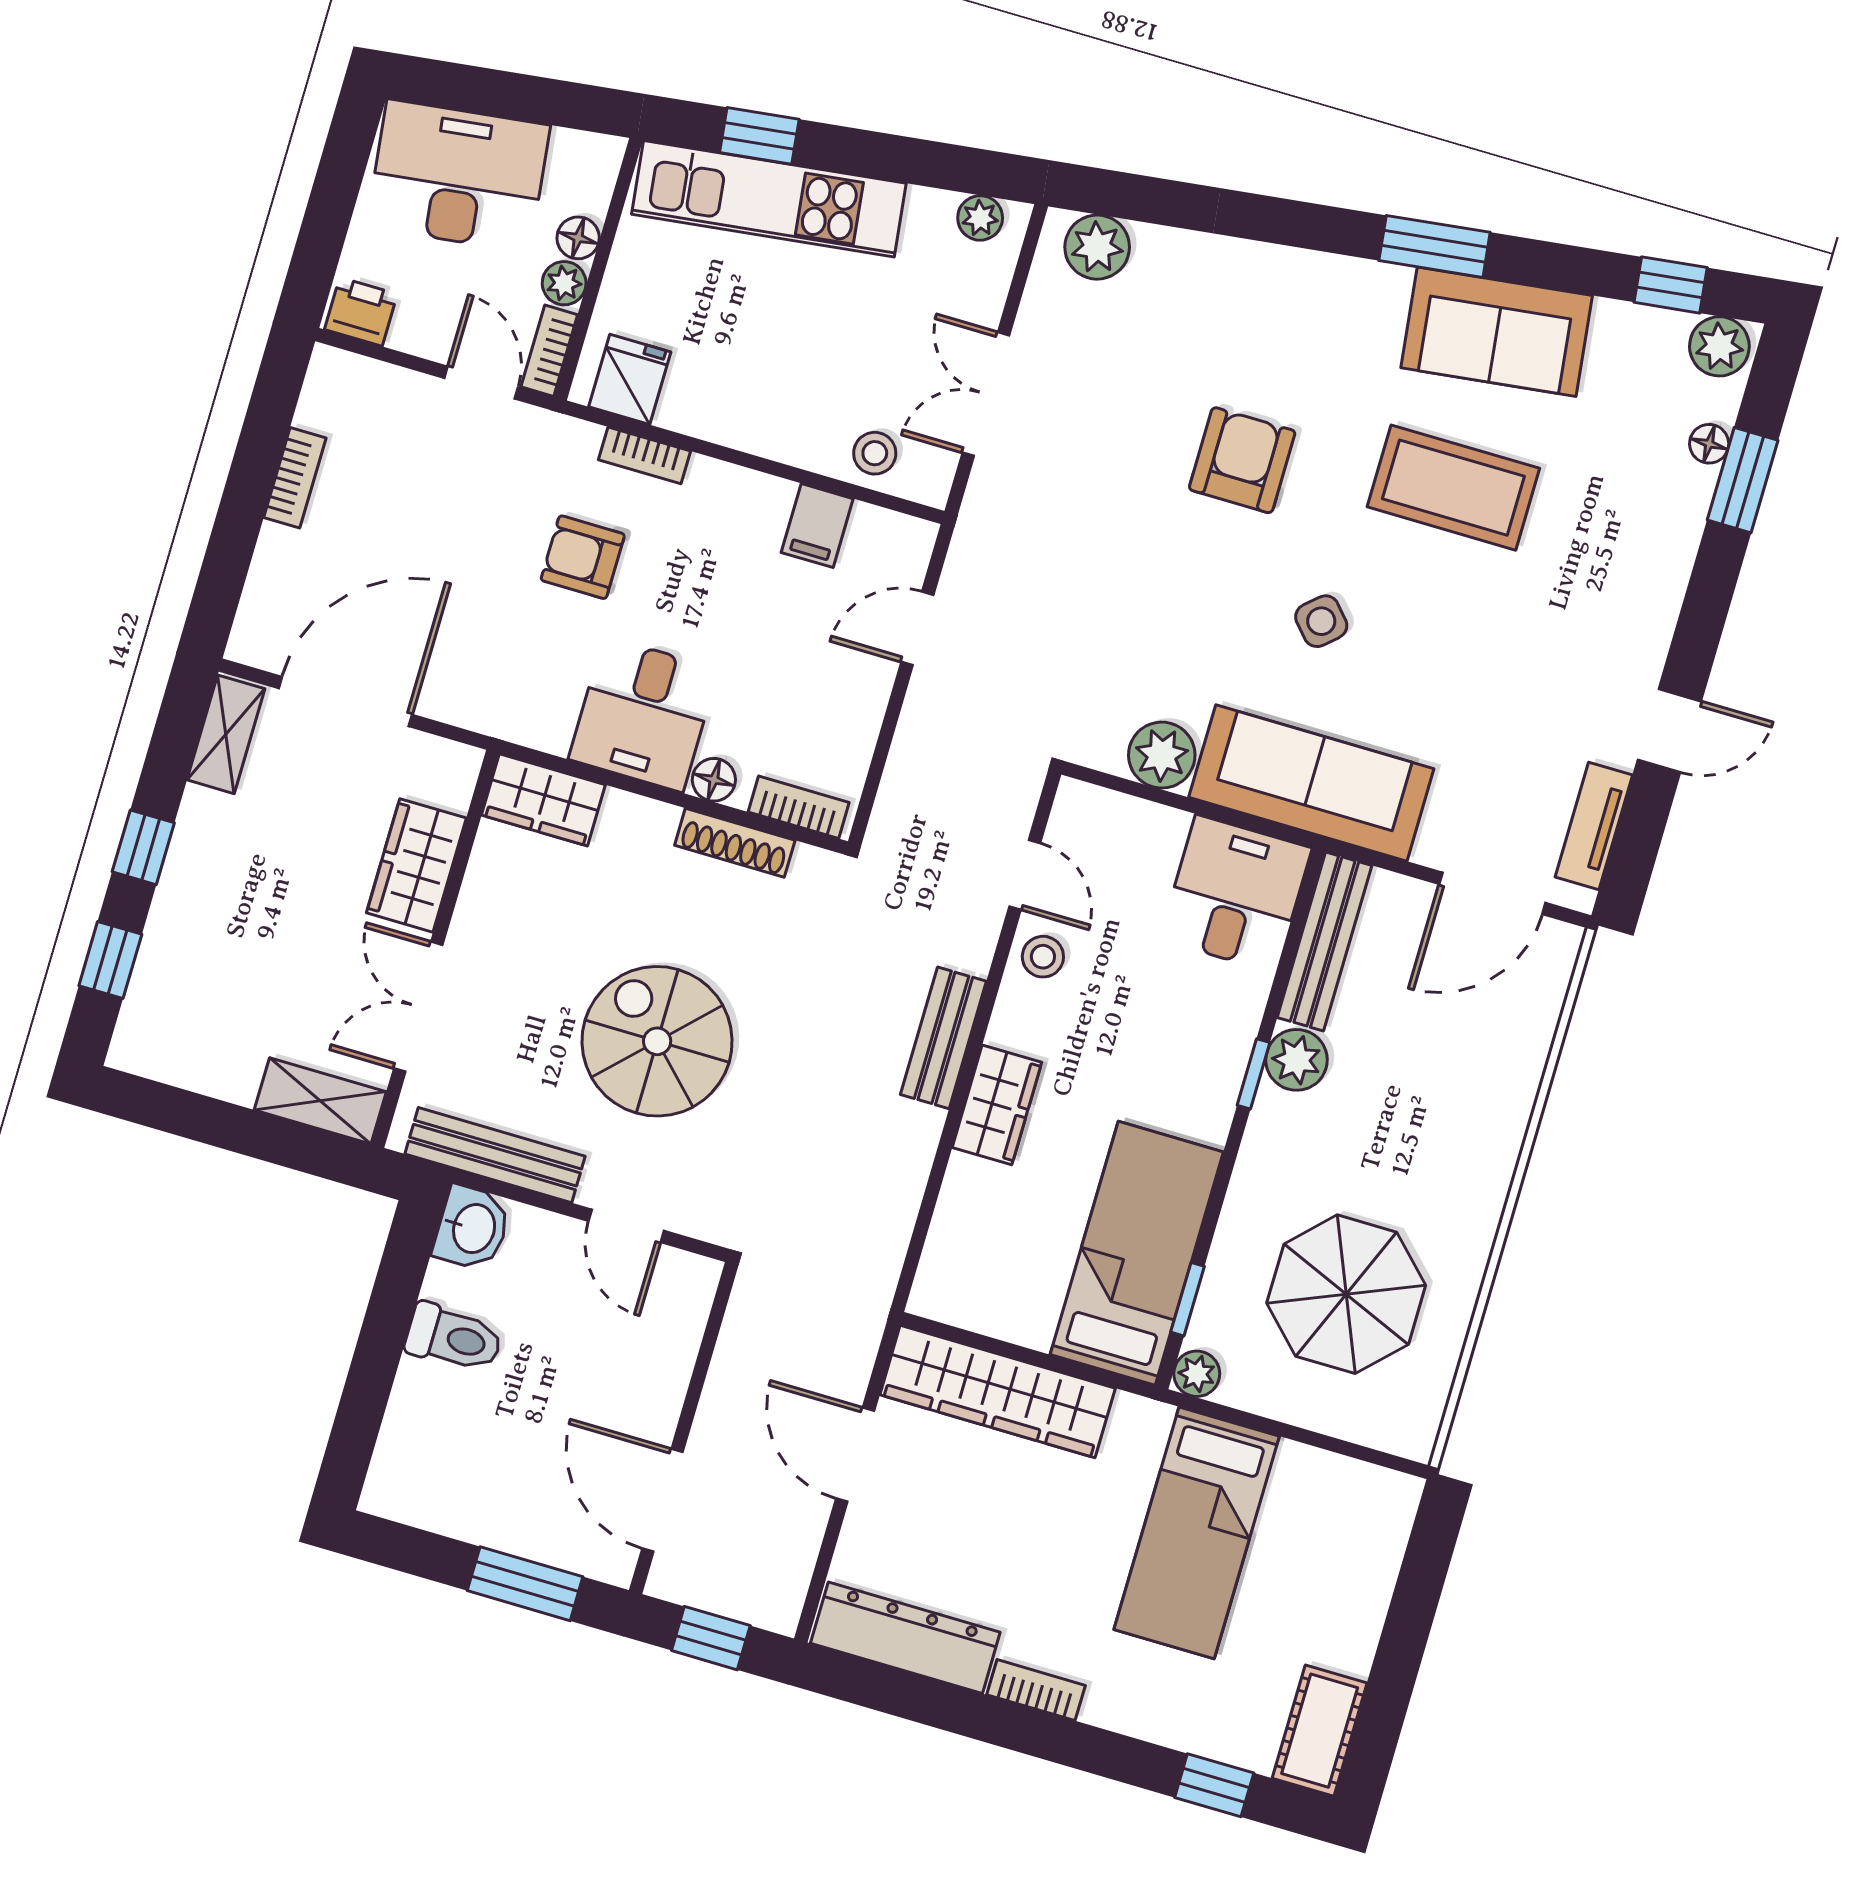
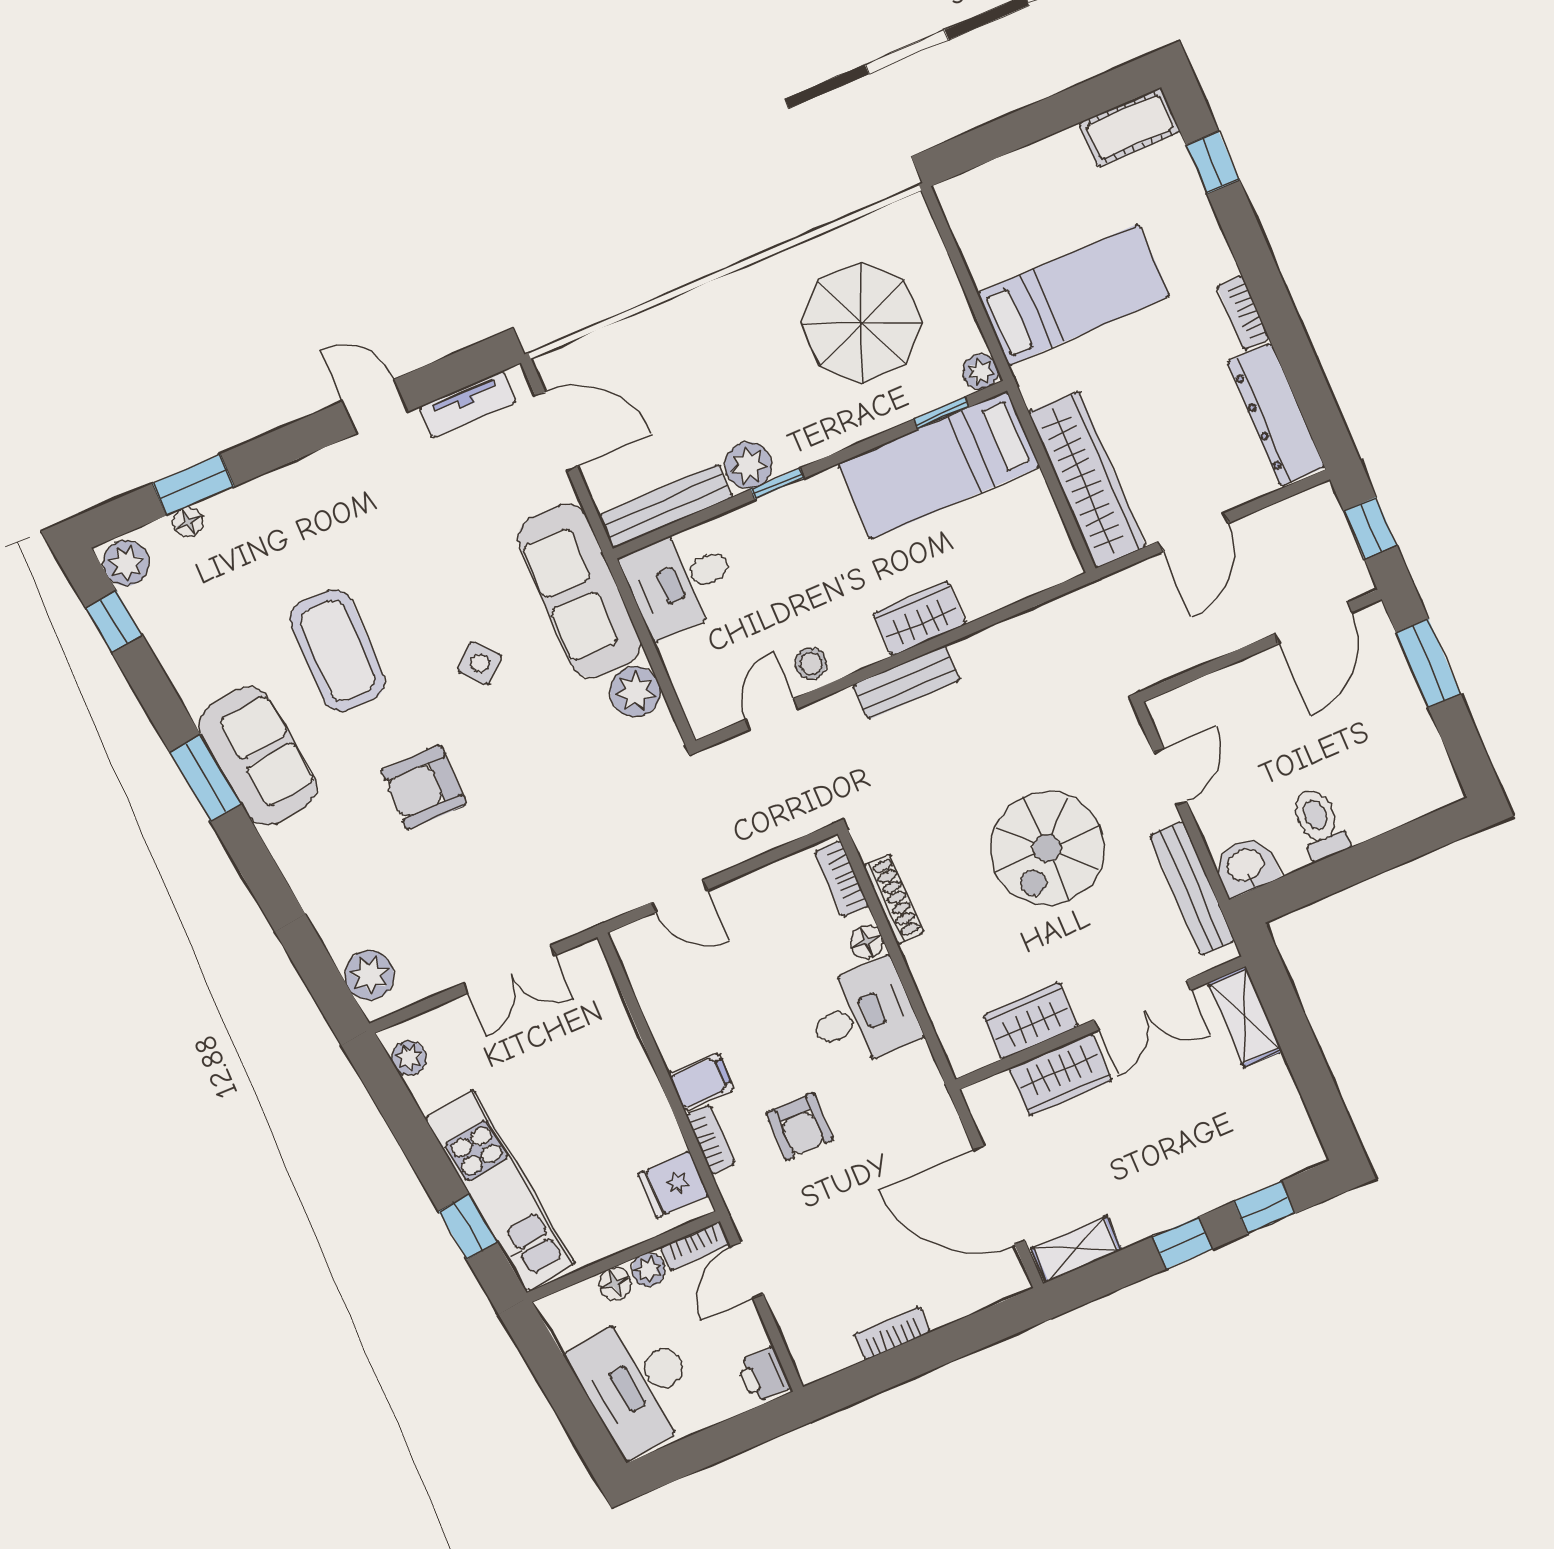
sofa: (1497, 332) -> (258, 756), moved
stool: (875, 453) -> (598, 1006), removed
filing cabinet: (817, 526) -> (701, 1082), moved
wardrobe: (543, 800) -> (1031, 1021), moved, turned -90

